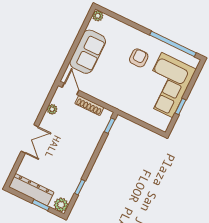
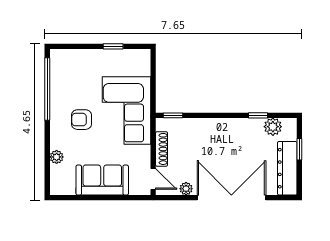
plant: (98, 16) -> (57, 157), moved
corner sofa: (167, 85) -> (126, 110), moved, turned 90
door: (71, 89) -> (153, 179), swing flipped
double door: (30, 139) -> (231, 198), width x1.87
plant: (61, 205) -> (273, 127), moved

